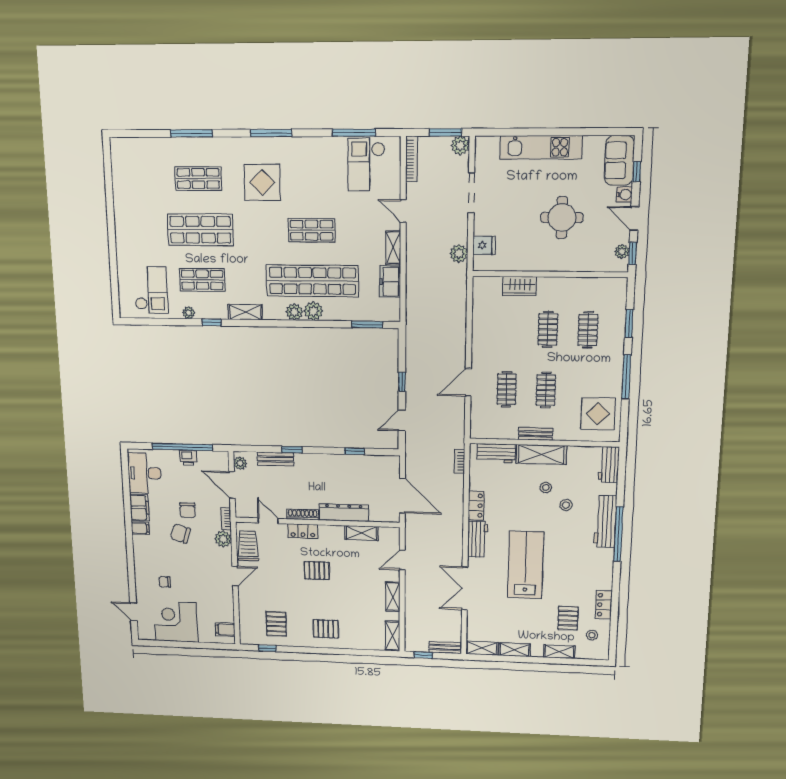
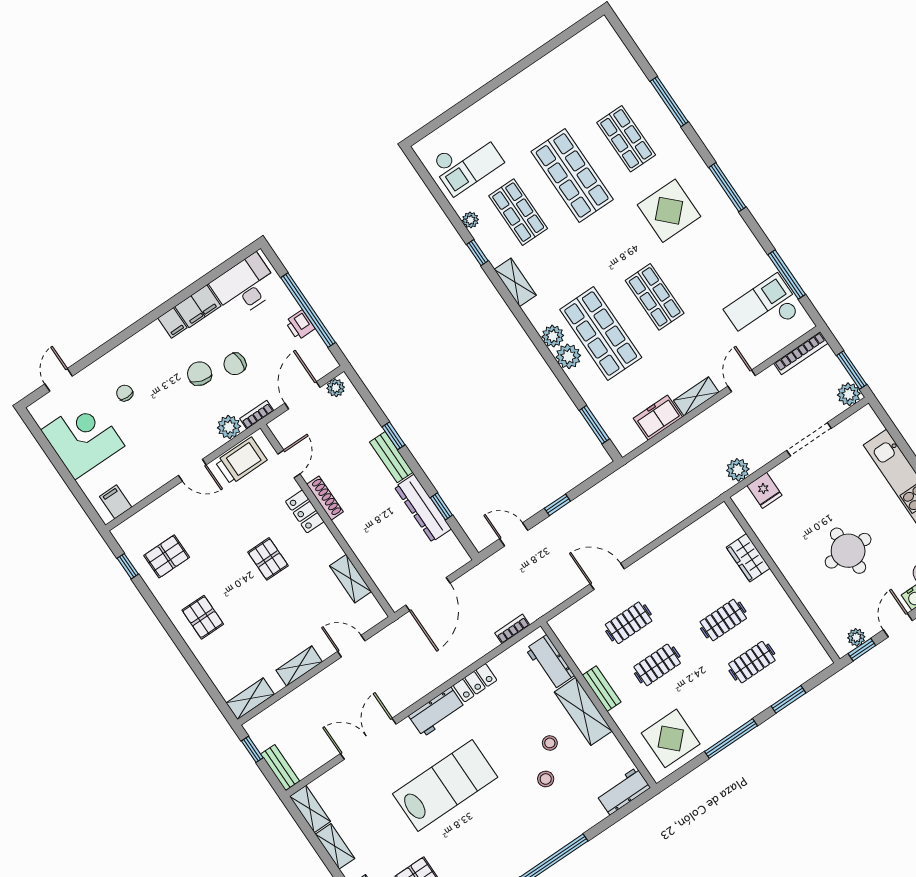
shop shelf: (312, 281) -> (601, 334), width x0.71
bench: (276, 459) -> (391, 457), moved
dresser: (344, 513) -> (423, 508), moved, turned 180
workbench: (605, 522) -> (558, 835), removed

